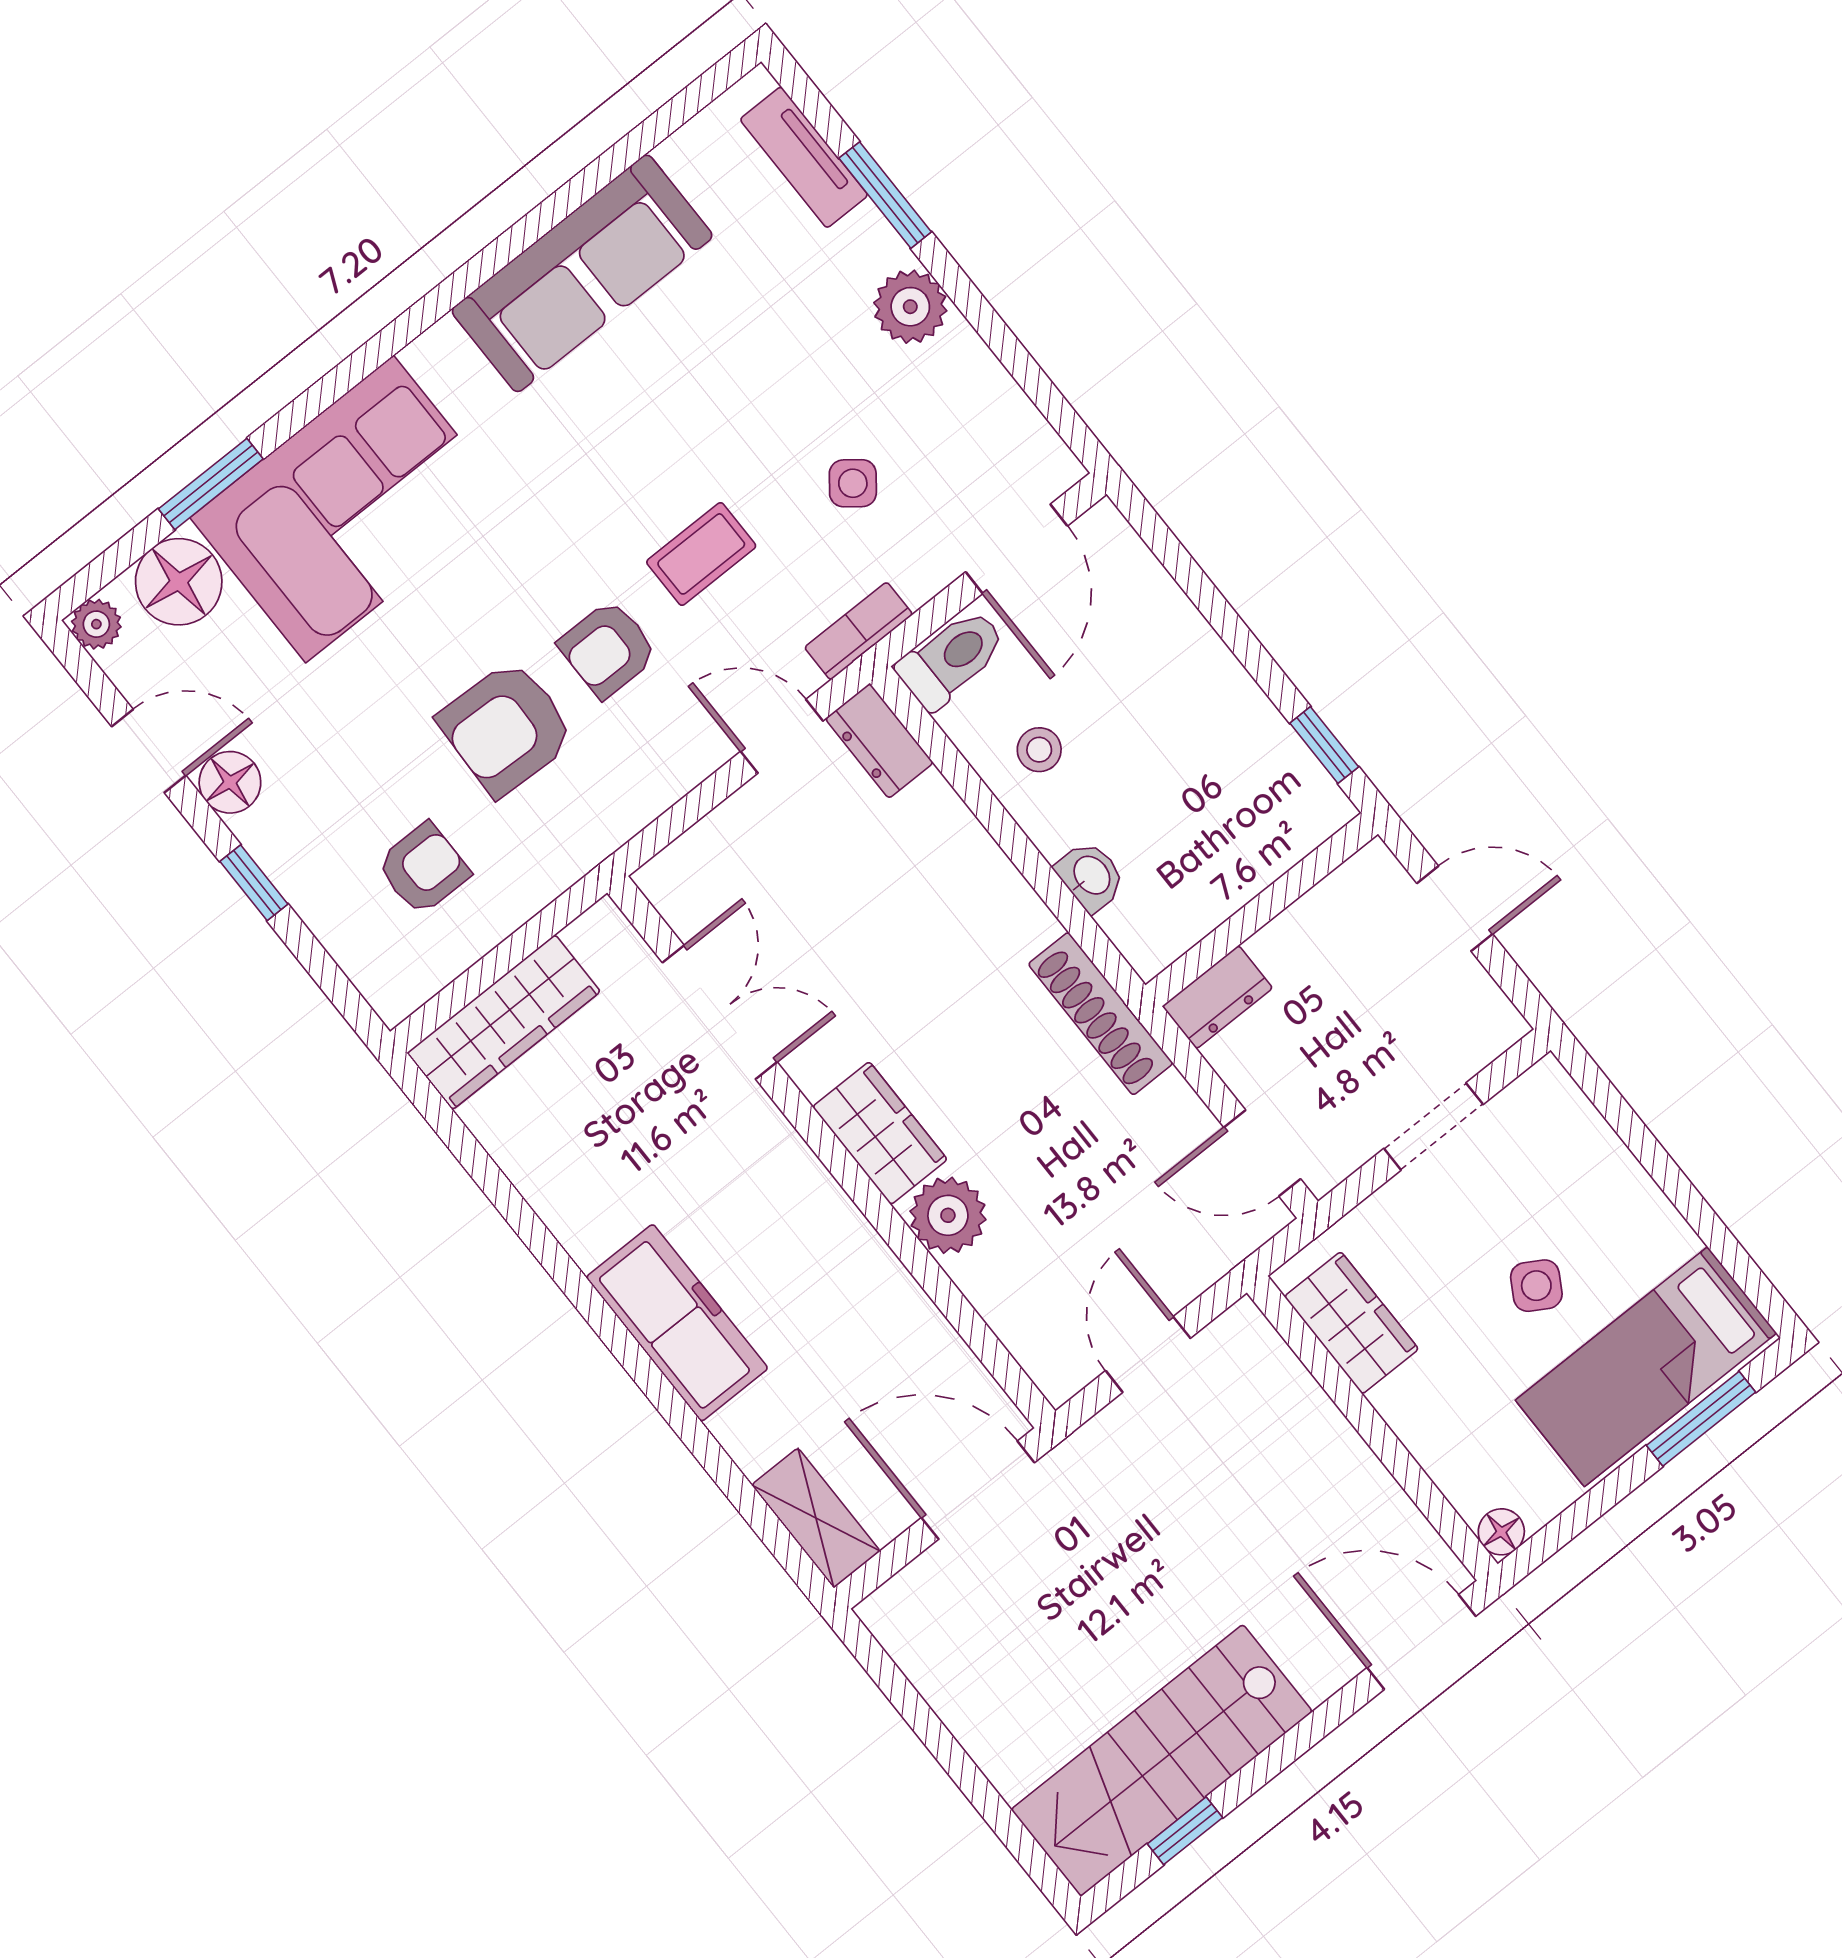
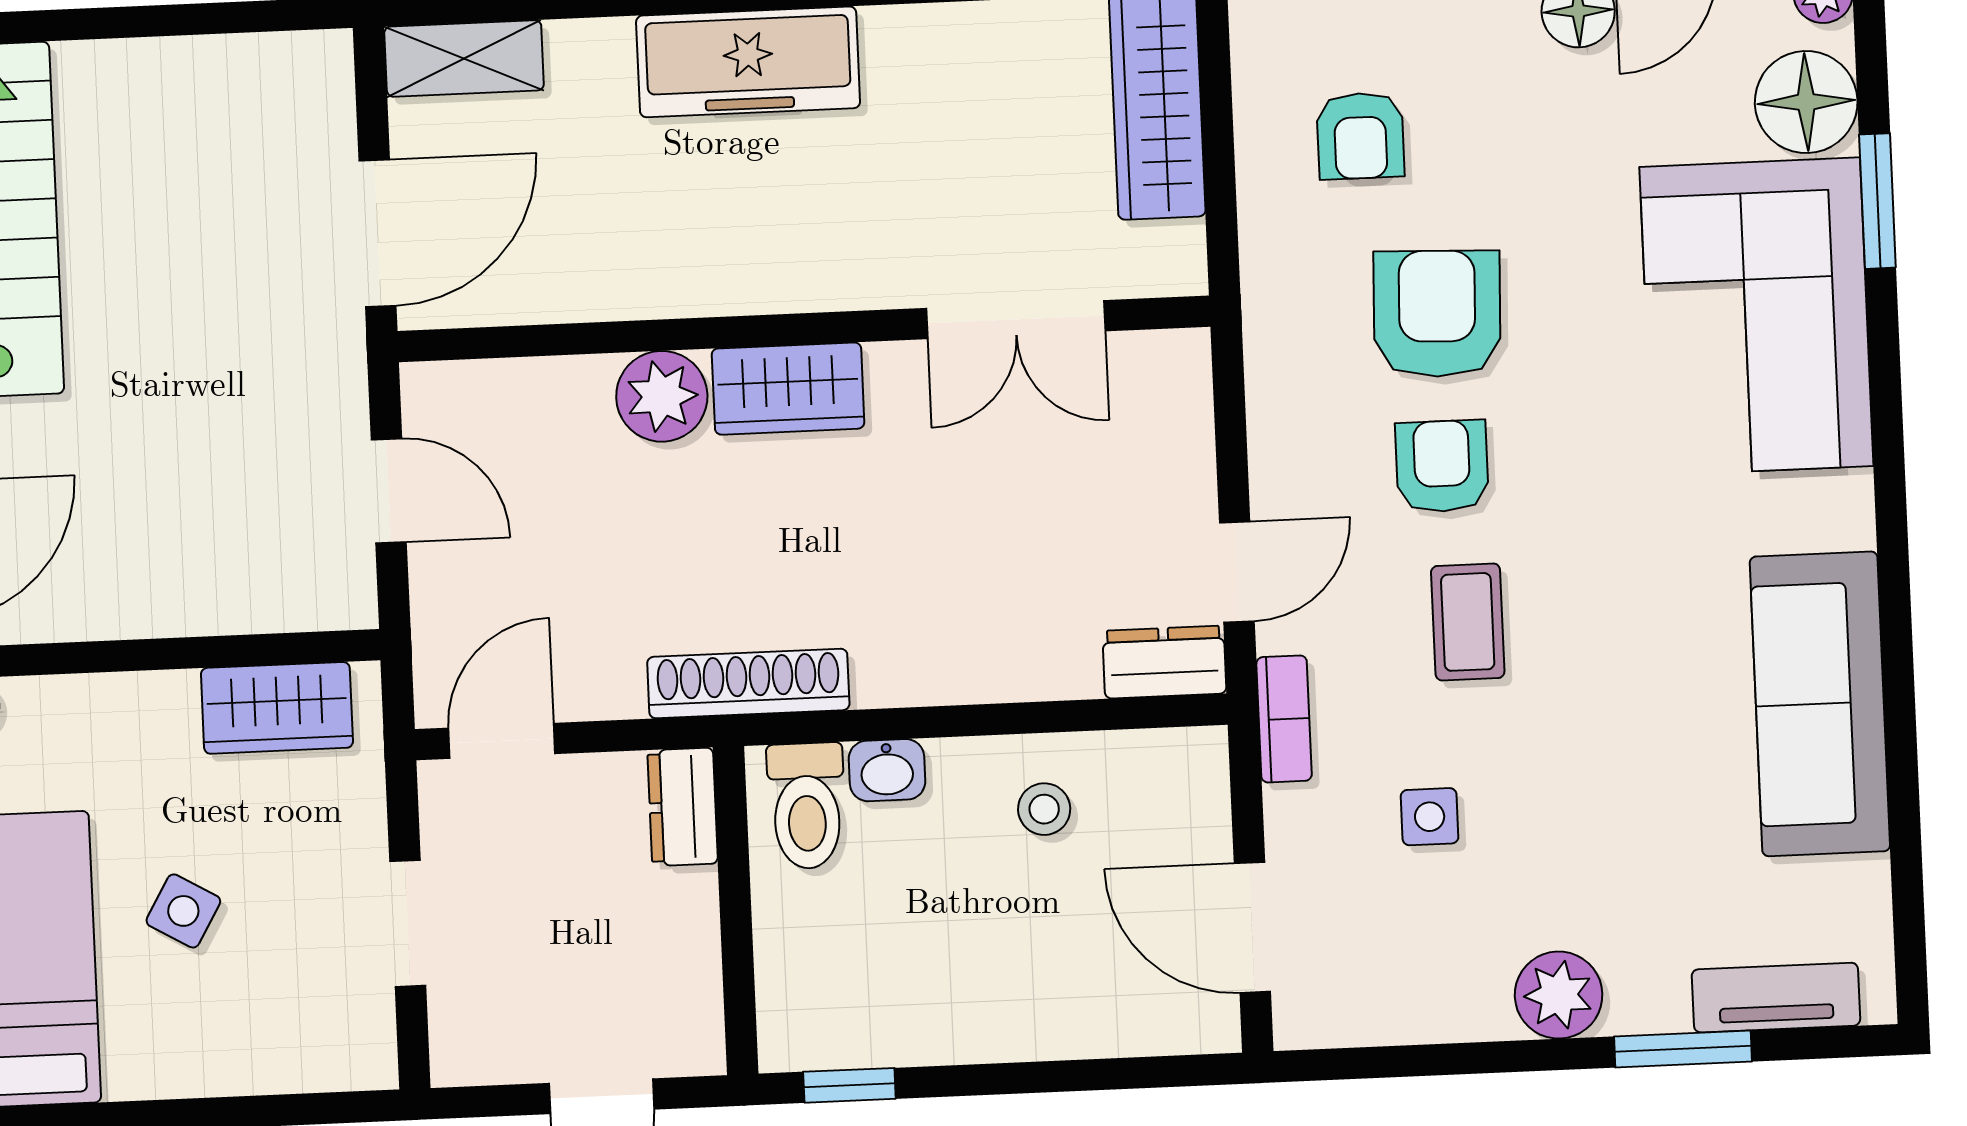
side table: (853, 483) -> (1430, 817), turned -38
toilet: (952, 658) -> (807, 806), moved

